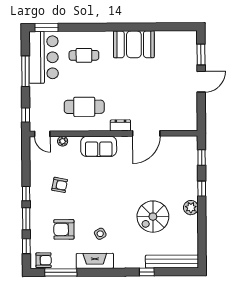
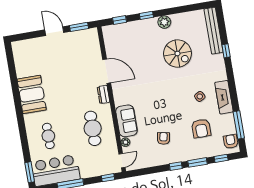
window: (201, 54) -> (79, 27), moved
sofa: (99, 146) -> (126, 121), moved

